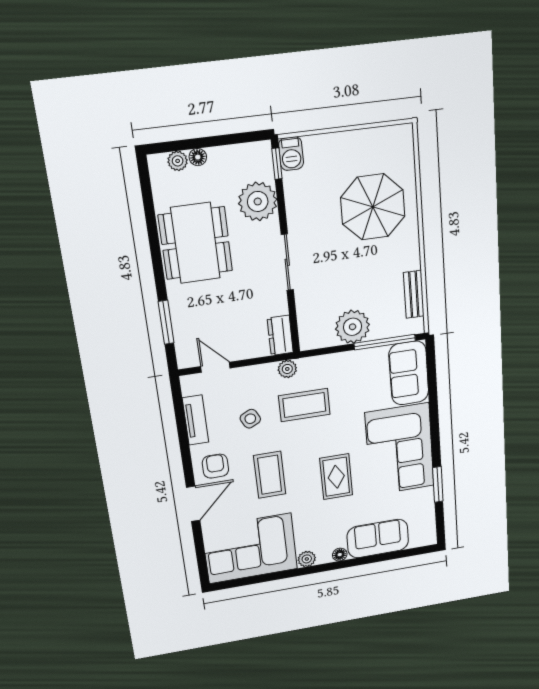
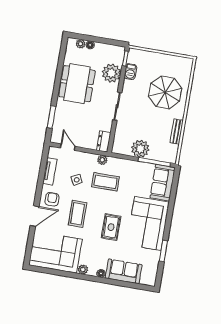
barbecue: (291, 154) -> (130, 72), moved
bench: (414, 294) -> (177, 132), moved

